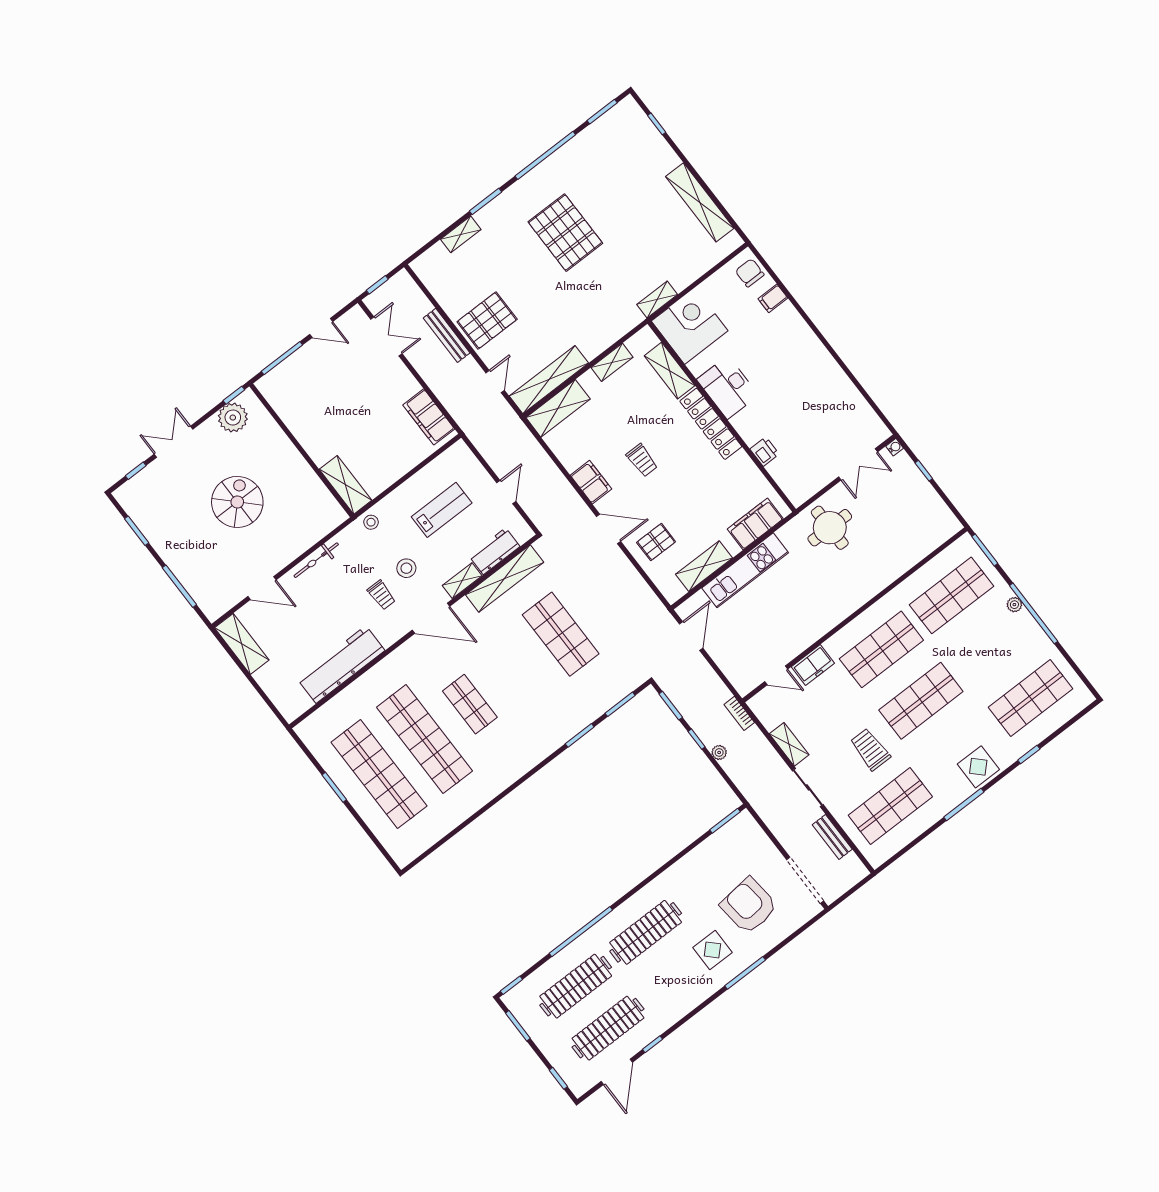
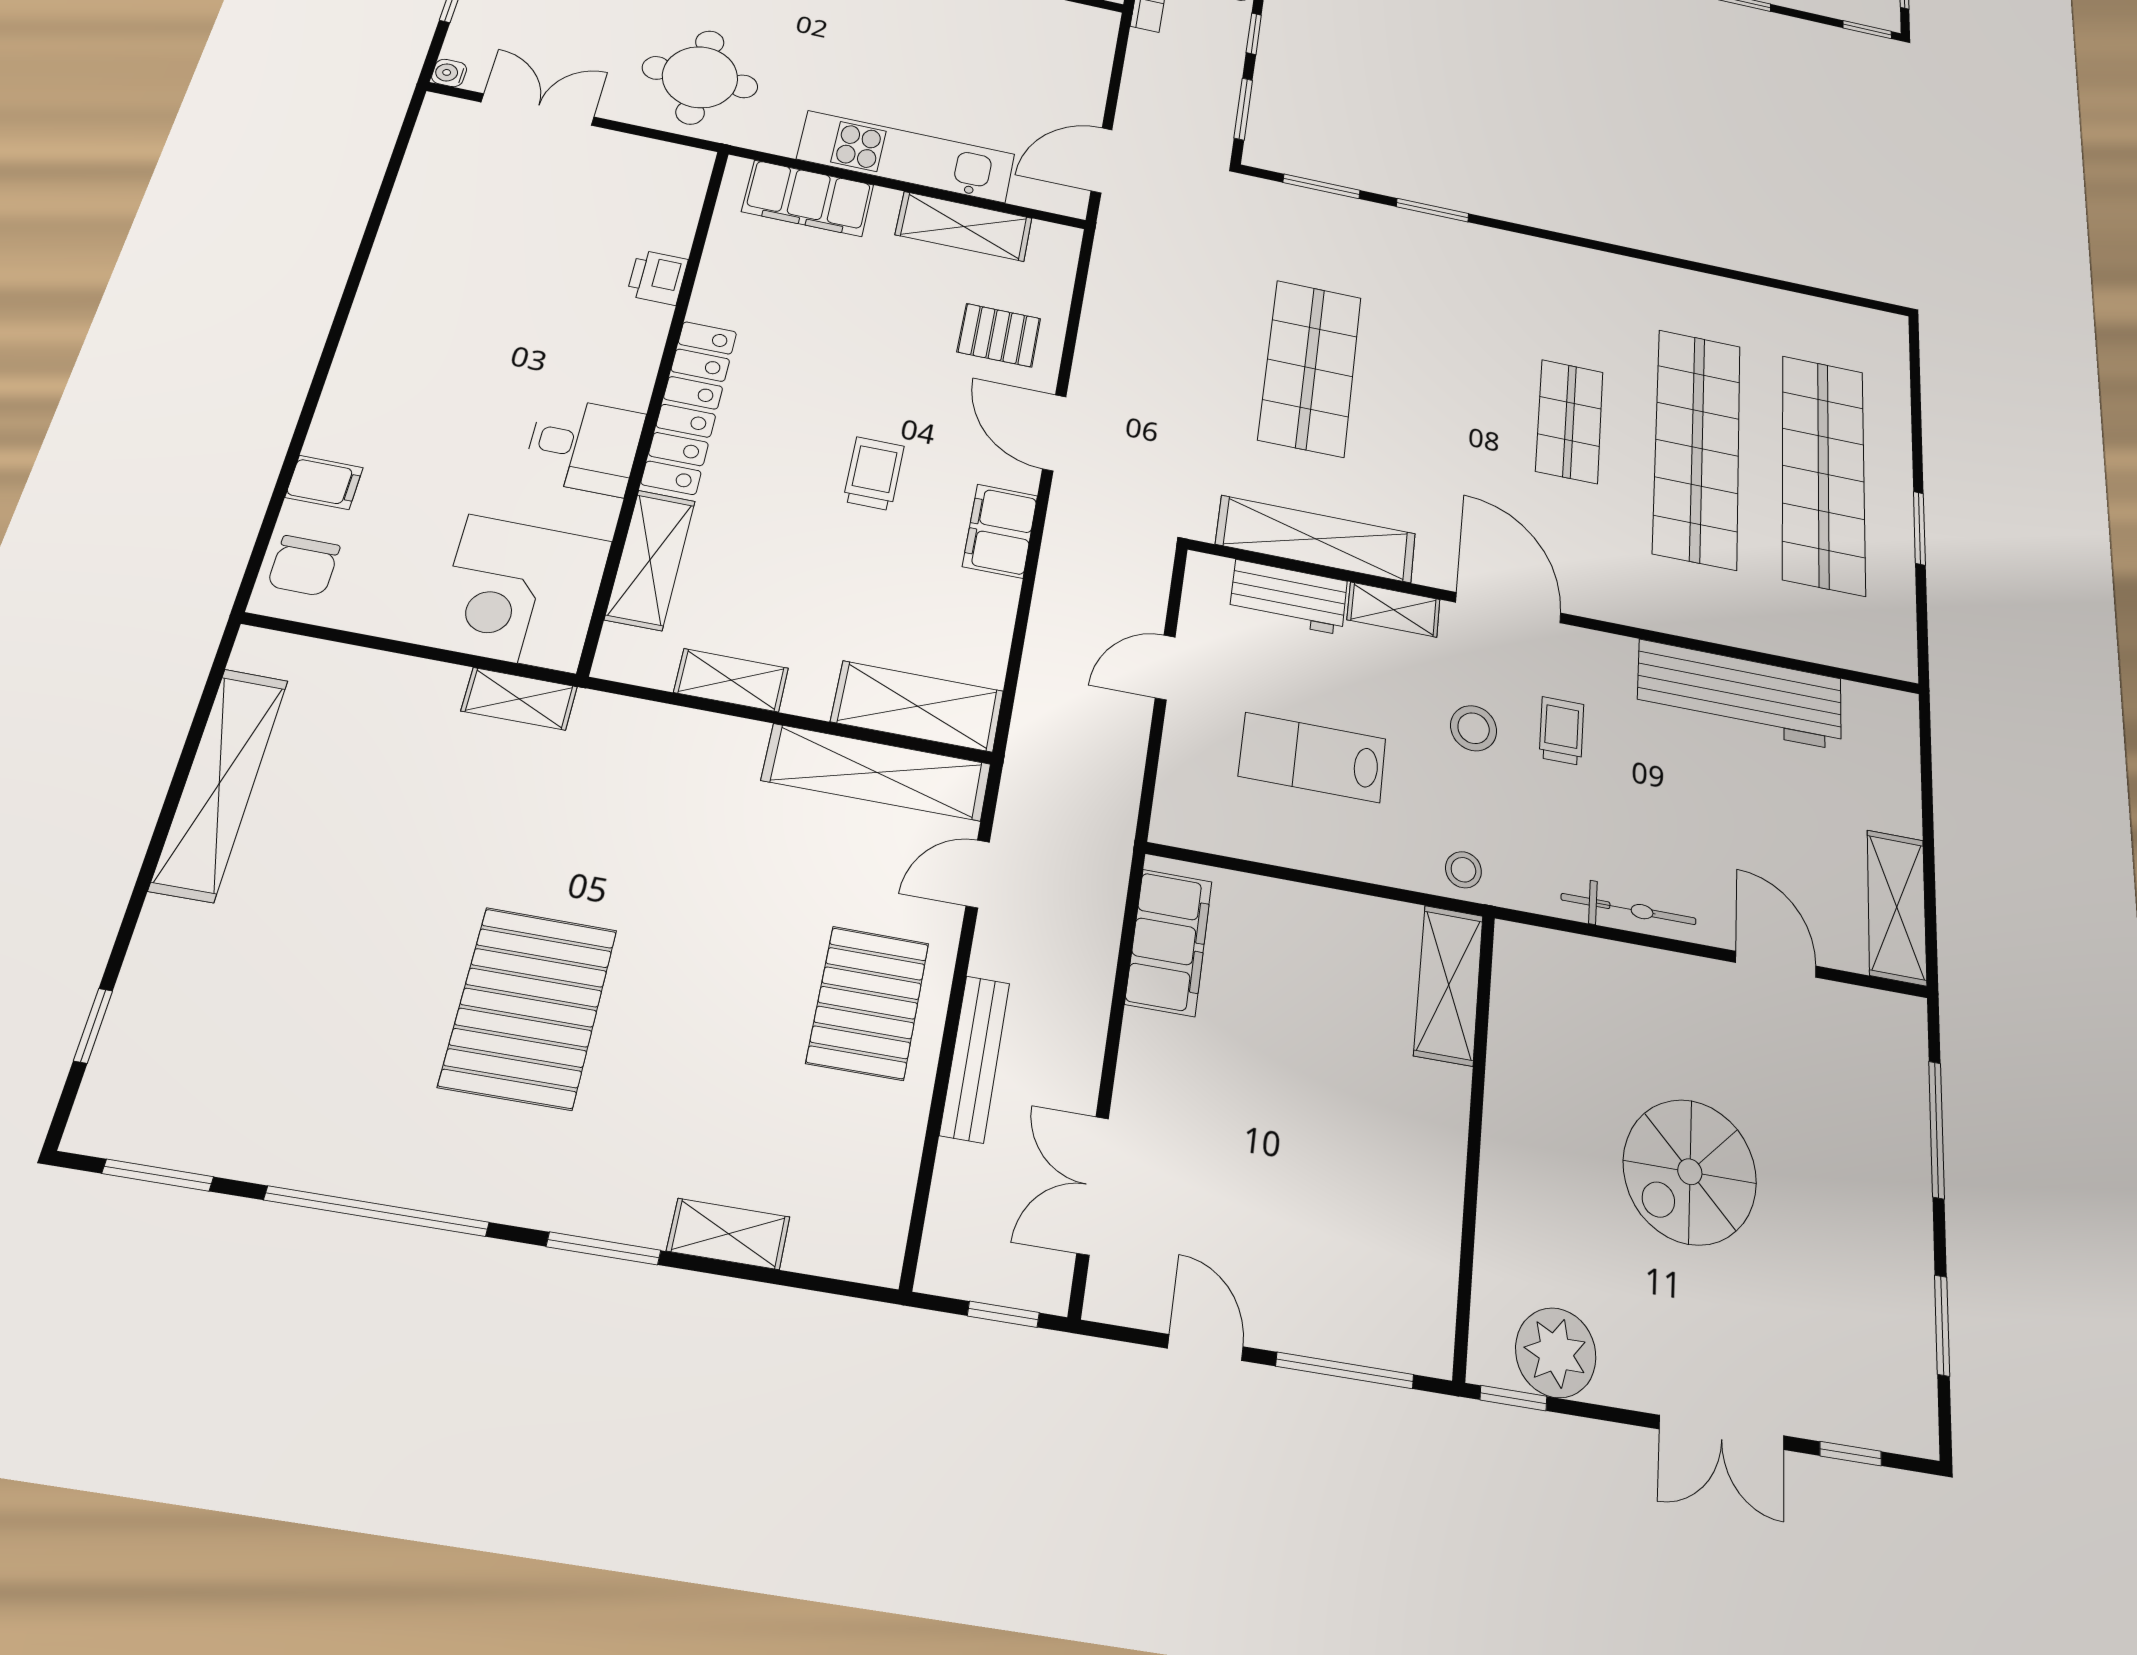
pallet: (487, 320) -> (868, 1003), turned 90
desk: (728, 387) -> (584, 446), width x0.73

